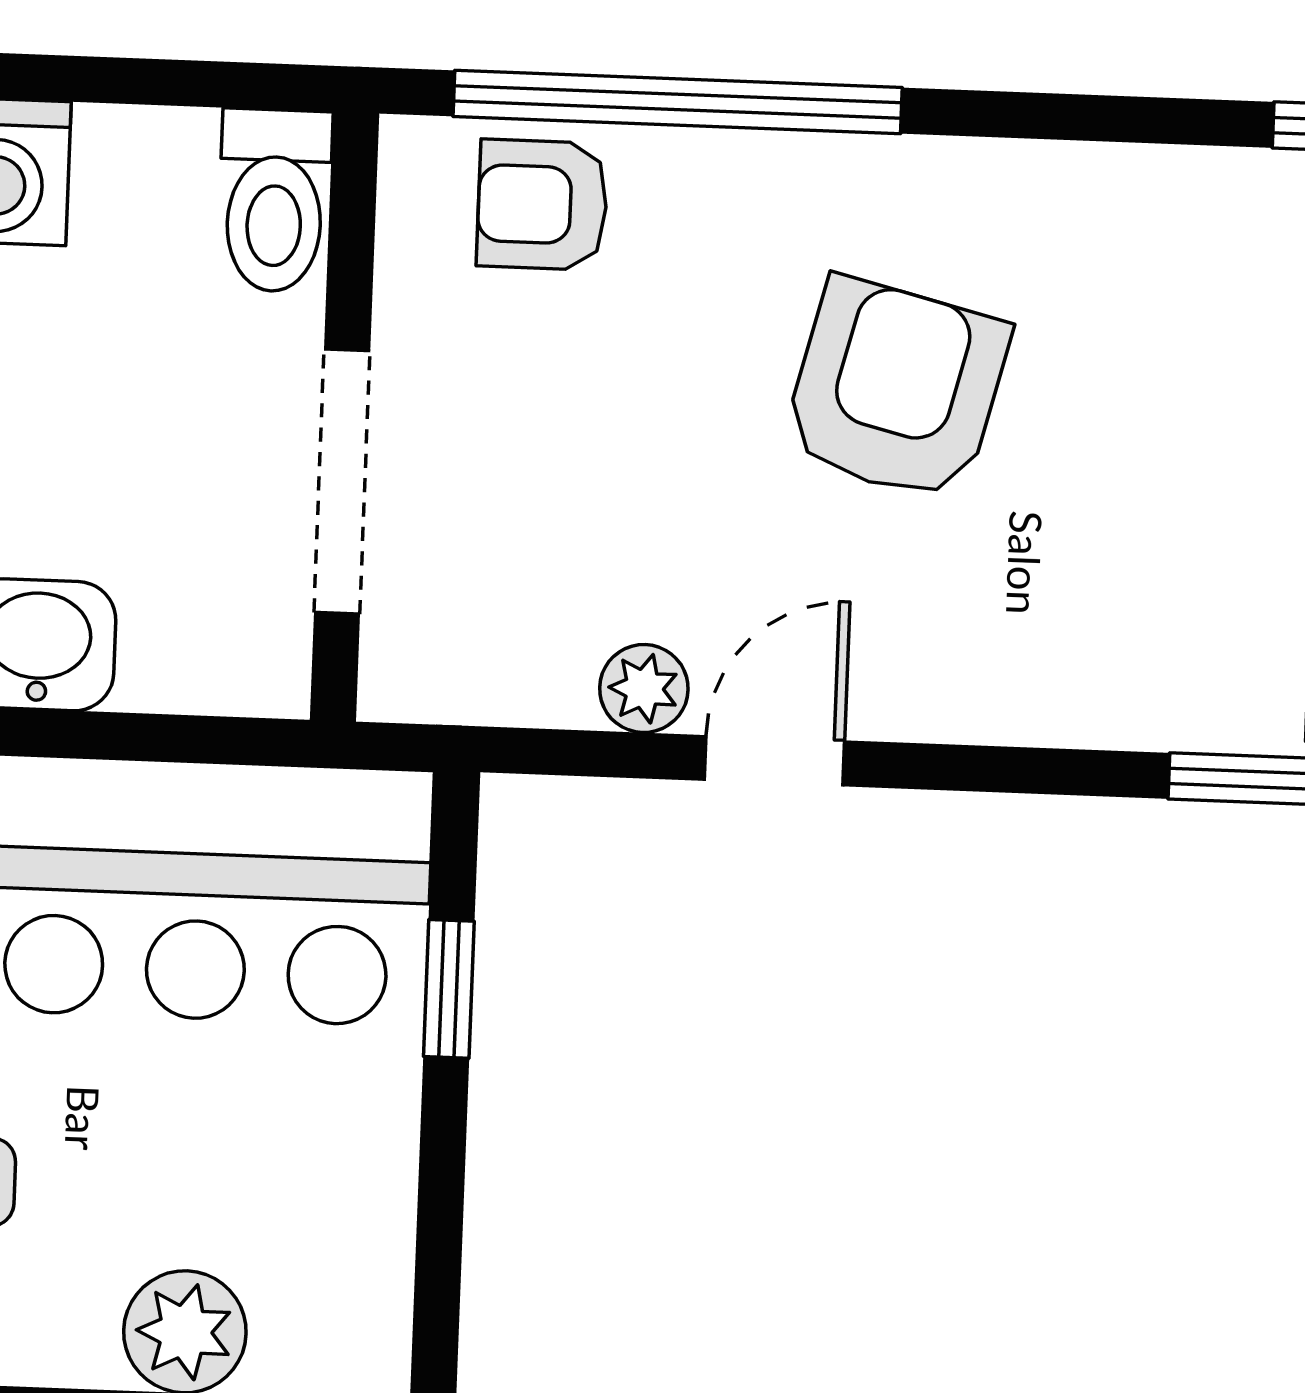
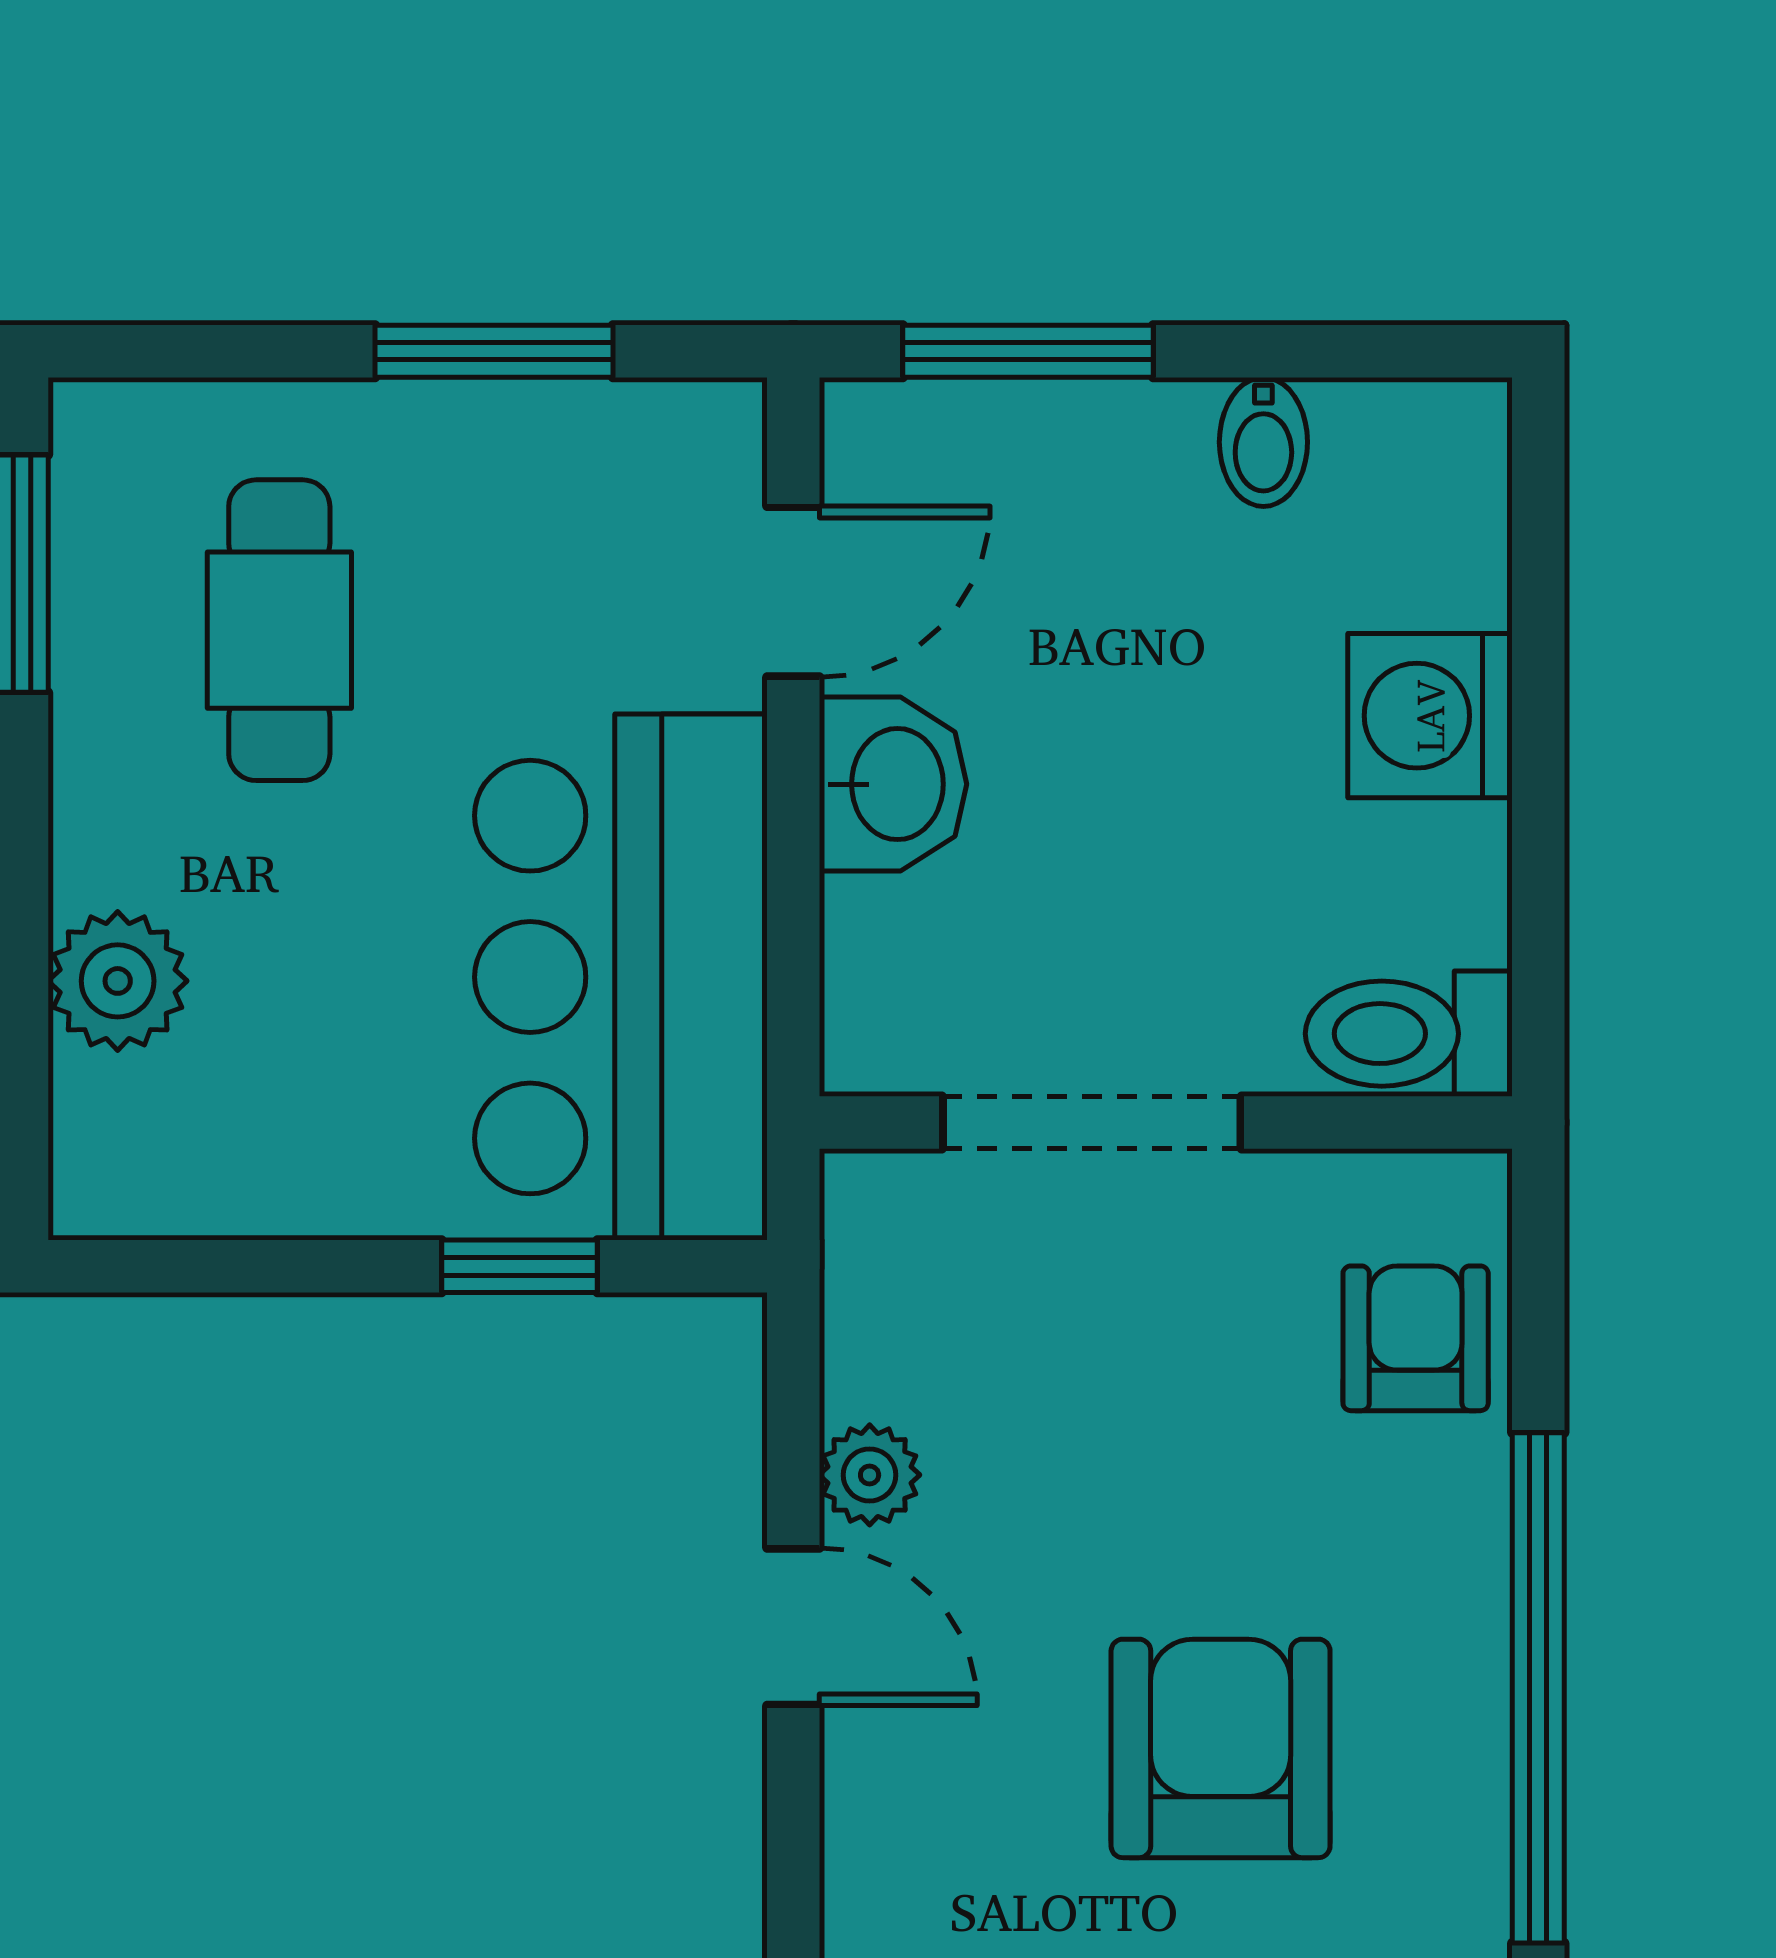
window: (678, 102) -> (1538, 1688), moved
armchair: (896, 390) -> (1221, 1748), turned -104

